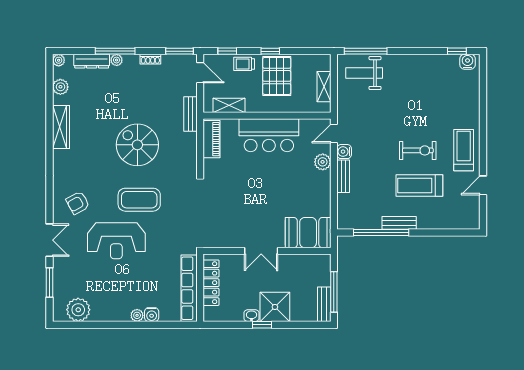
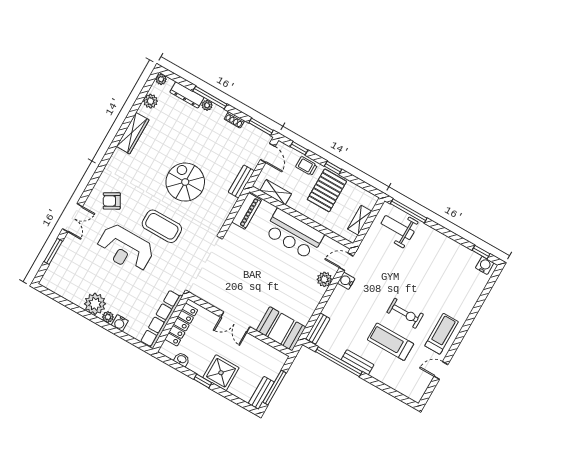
bench: (343, 176) -> (318, 329), moved
plant: (78, 310) -> (95, 304), moved
washbasin: (251, 316) -> (182, 359), moved

